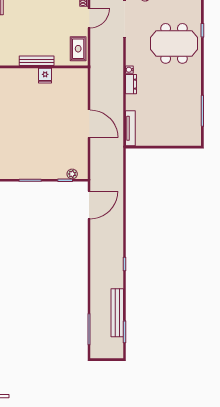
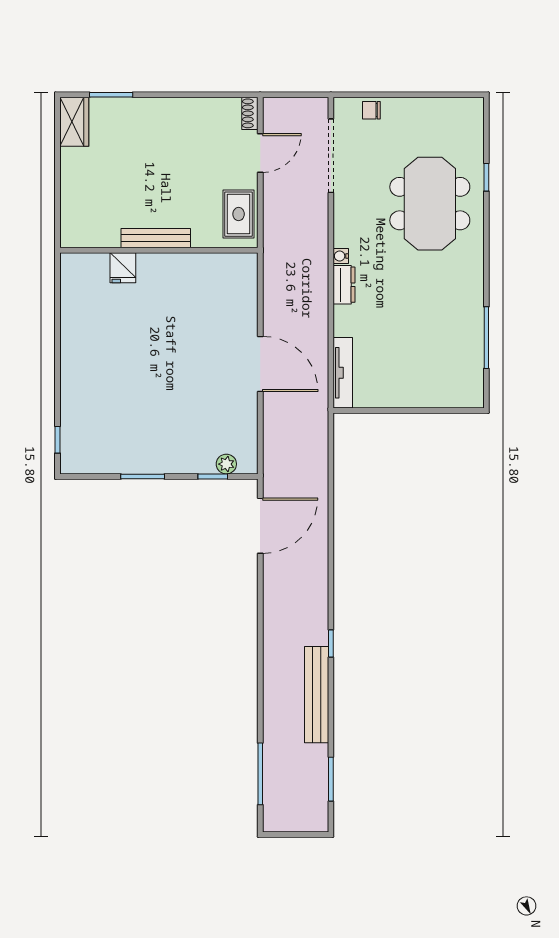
meeting table: (174, 43) -> (430, 204), turned 90
fridge: (45, 76) -> (123, 268), moved
bench: (117, 313) -> (317, 695), moved

